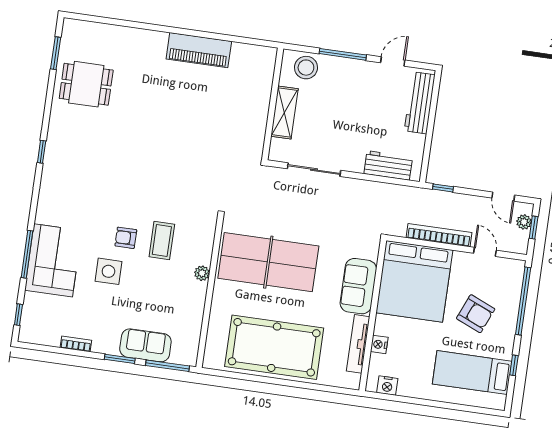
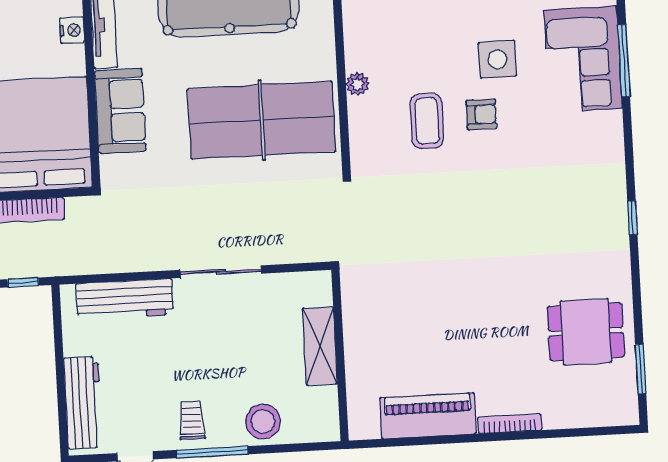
bookcase: (147, 35) -> (510, 424), added
trolley: (352, 77) -> (192, 420), added
wall: (273, 104) -> (340, 355), moved
shelving: (284, 112) -> (320, 346), moved
workbench: (388, 165) -> (125, 299), width x1.38

